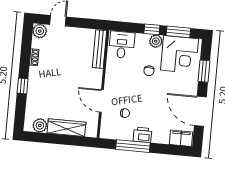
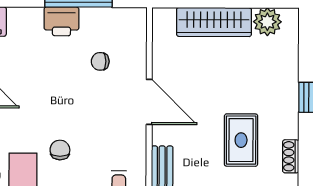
rug: (58, 68) -> (241, 140), added
door: (101, 101) -> (149, 102), moved

